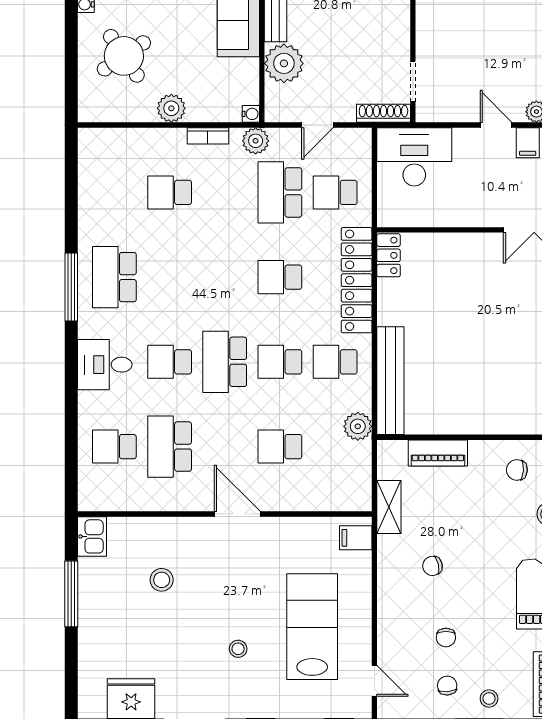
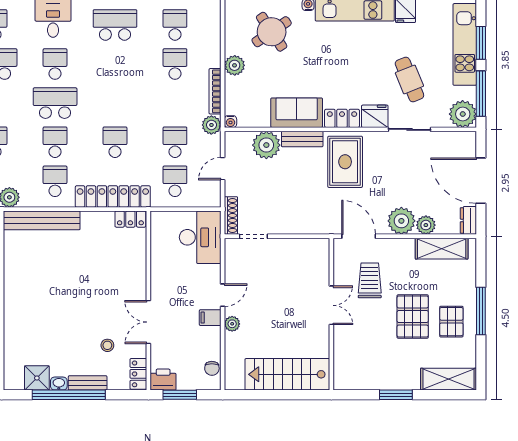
door: (317, 125) -> (223, 169), hinge flipped
bookcase: (208, 136) -> (215, 91), width x1.56
school desk: (114, 192) -> (175, 25), added
school desk: (280, 192) -> (175, 142), width x0.54

